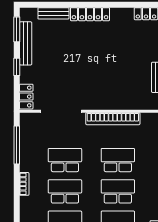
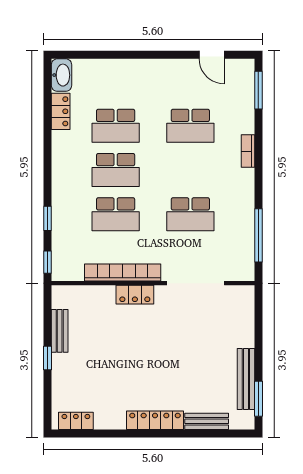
window: (17, 67) -> (258, 346), removed
locker: (26, 97) -> (135, 295), moved, turned -90
bookcase: (24, 184) -> (248, 151), moved
school desk: (65, 191) -> (190, 170), removed

